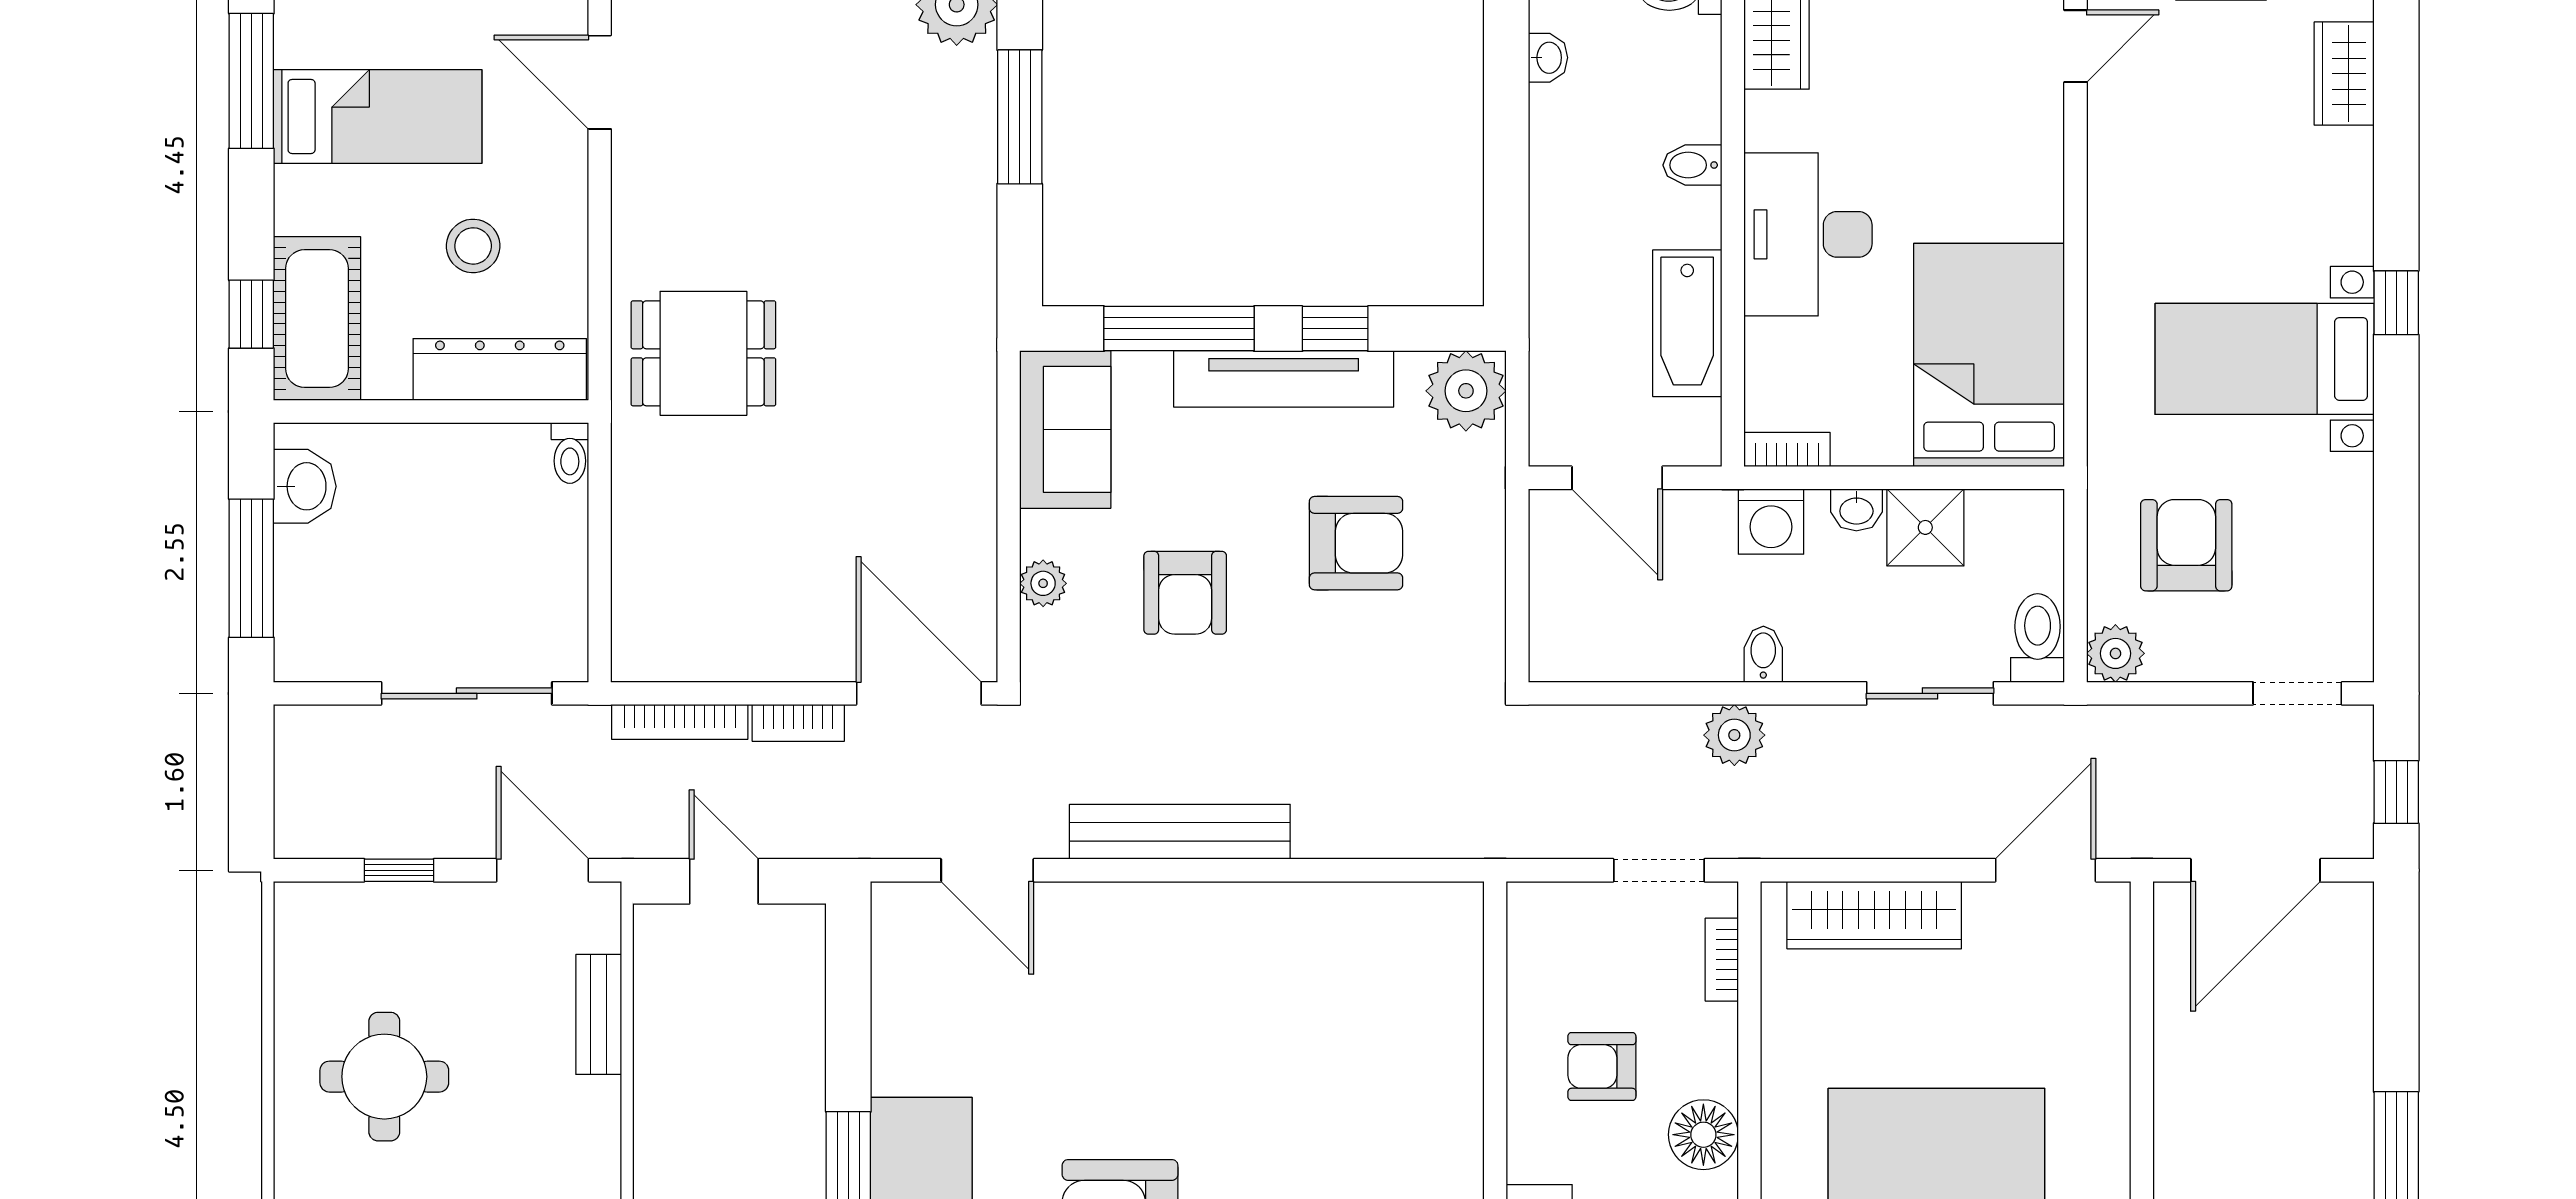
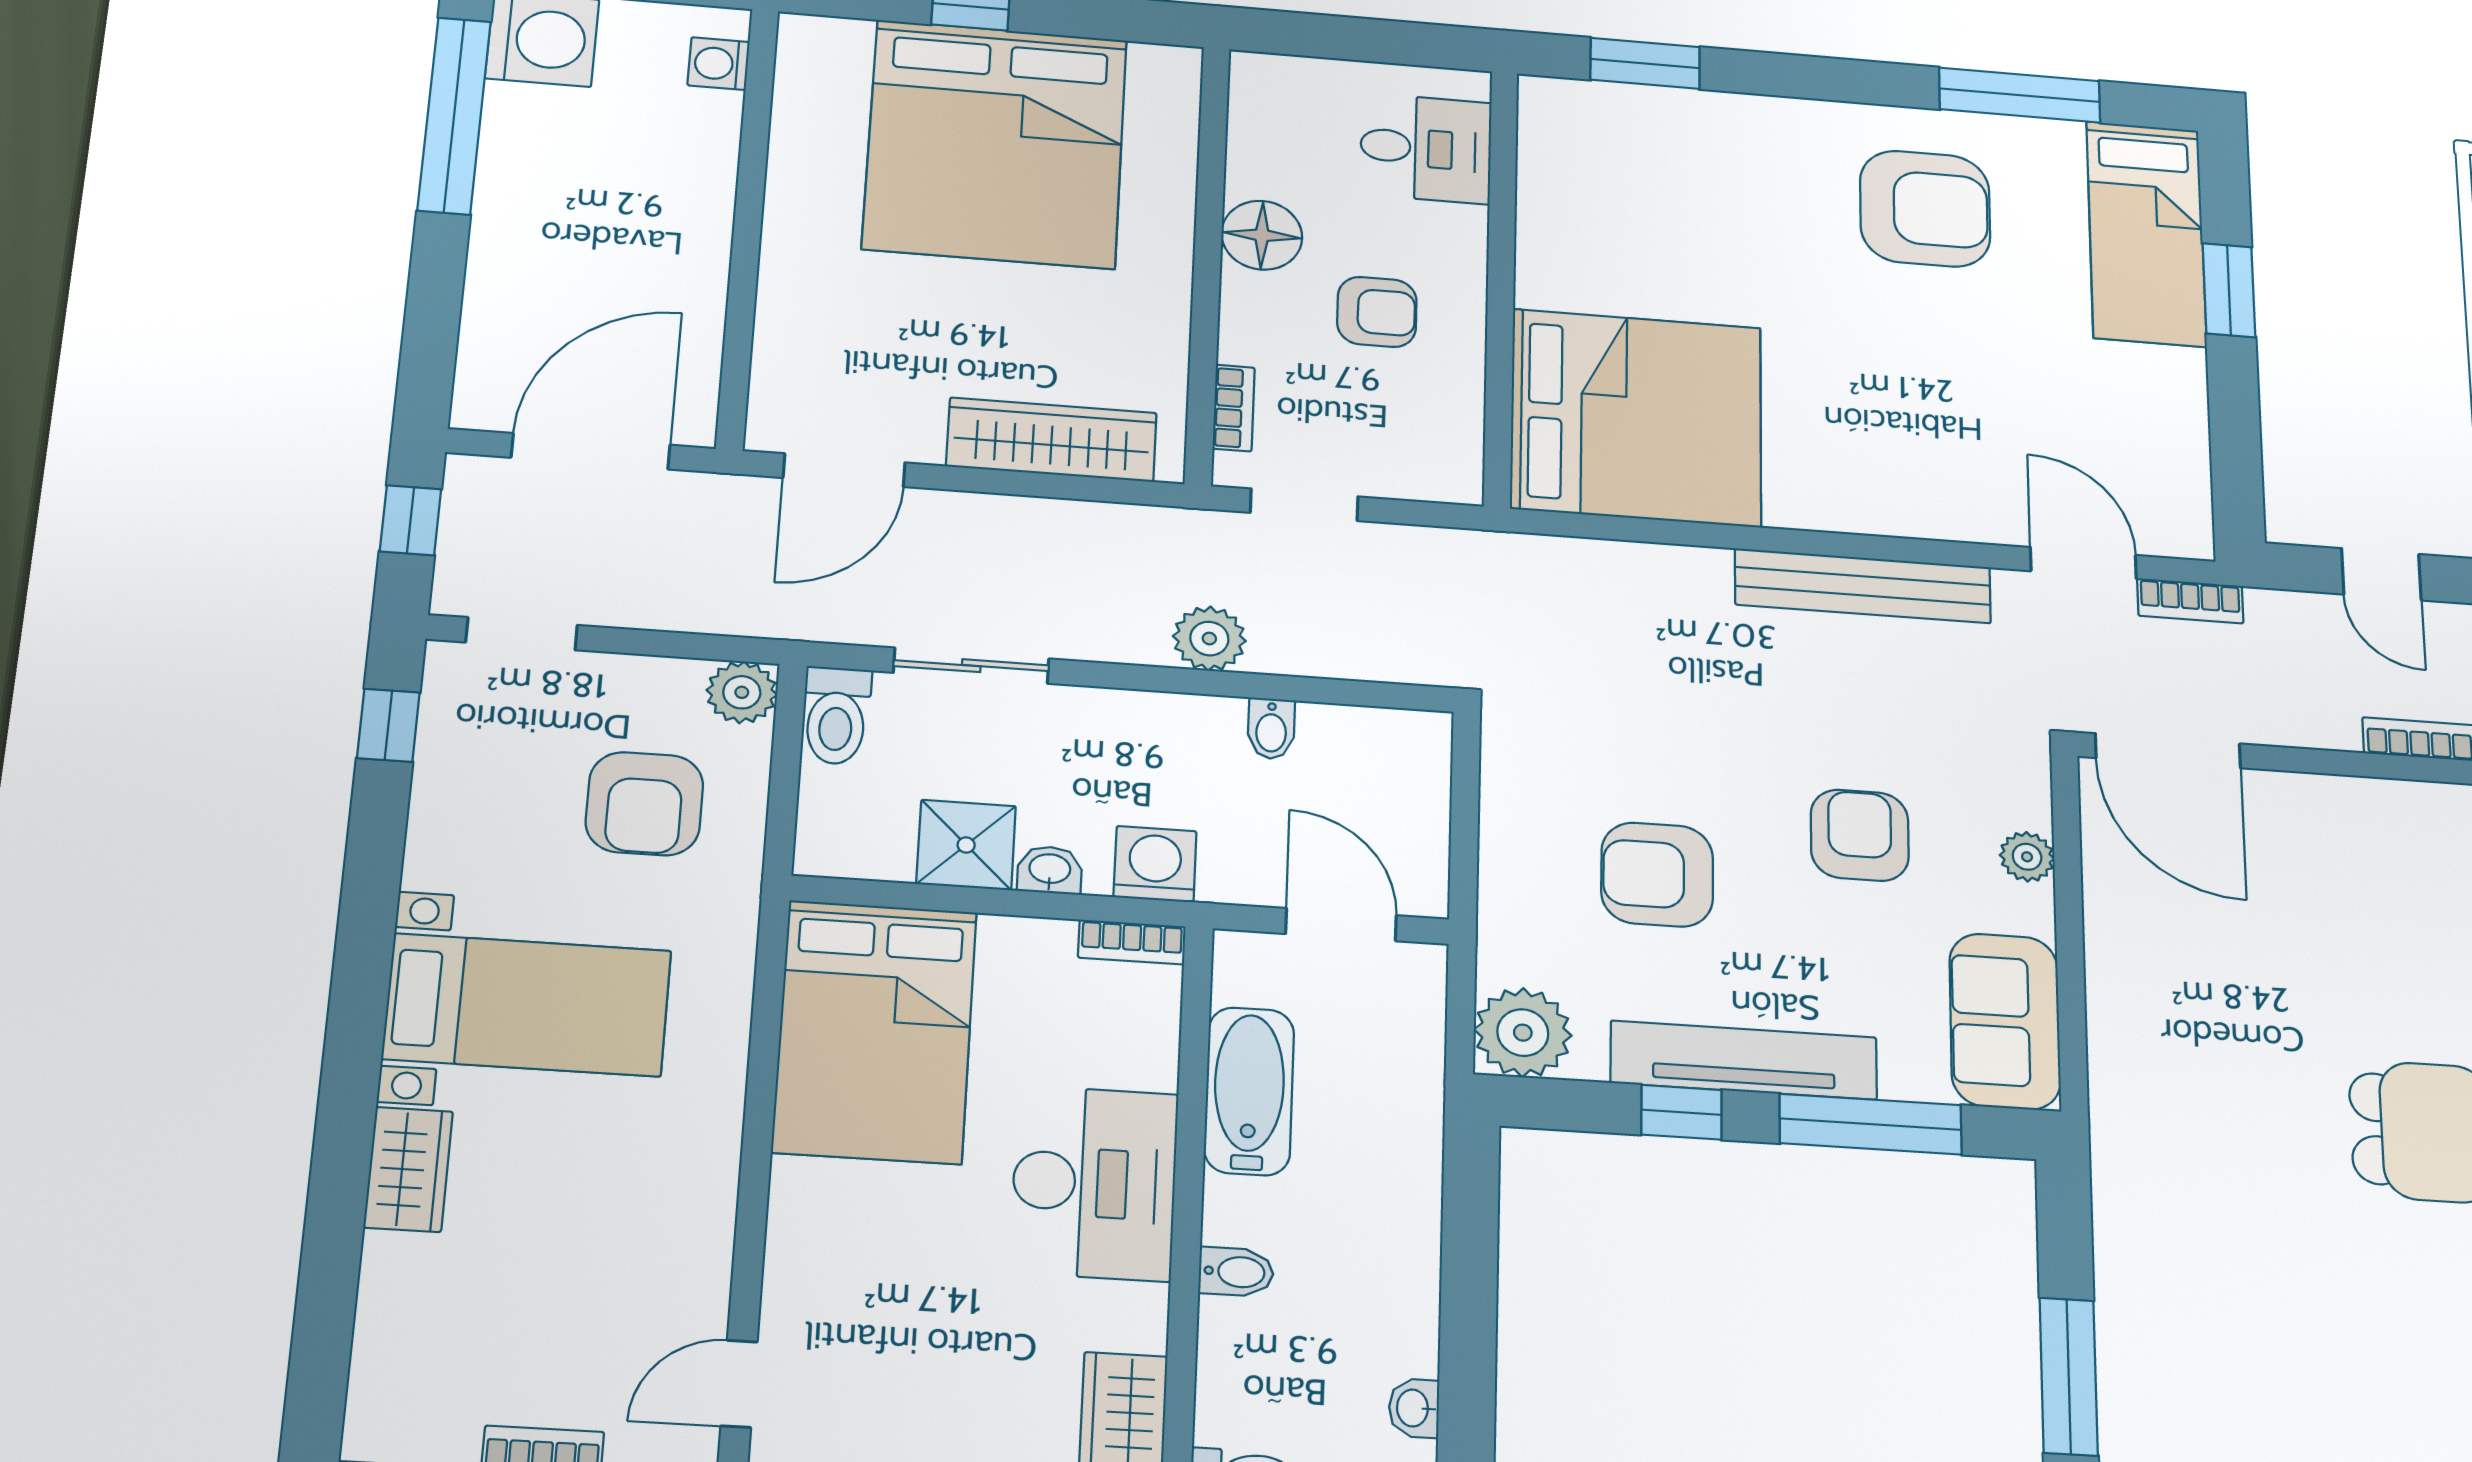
wardrobe: (2344, 74) -> (408, 1169), moved
window: (2396, 303) -> (388, 725), moved
bidet: (1763, 654) -> (1271, 729), moved
bookcase: (798, 723) -> (2190, 601), moved, turned 180
bed: (1376, 981) -> (1636, 418), added

